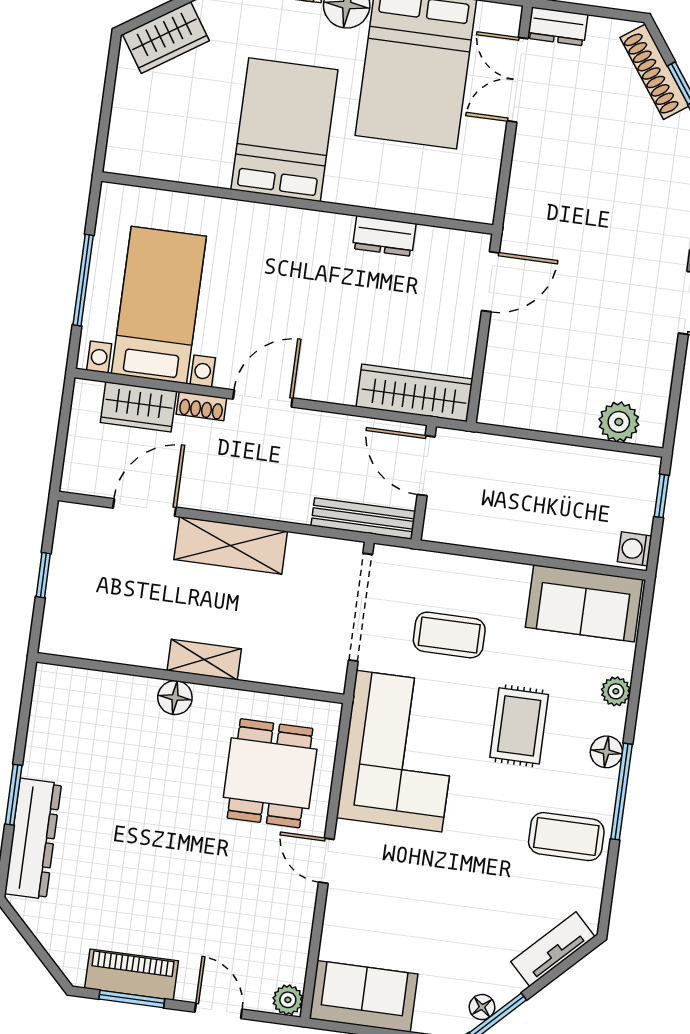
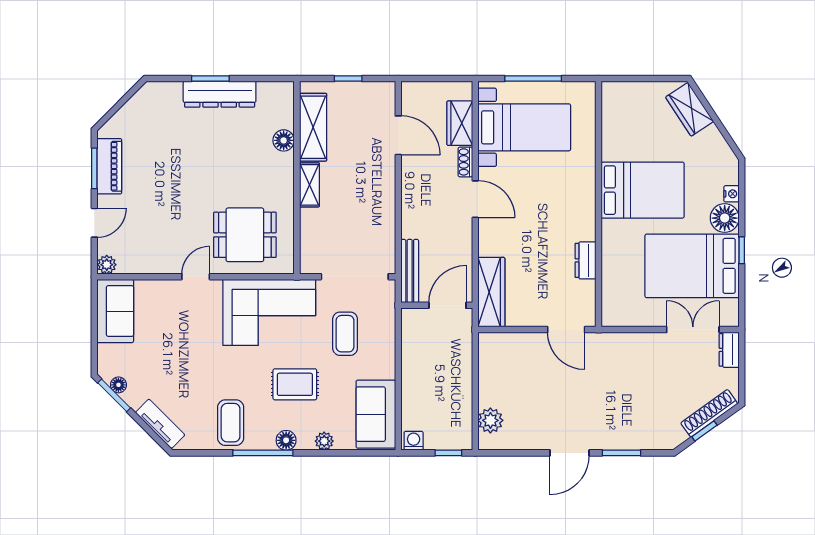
shelving: (231, 545) -> (313, 127), moved
floor lamp: (175, 698) -> (284, 140), moved
dresser: (33, 839) -> (220, 94), moved

